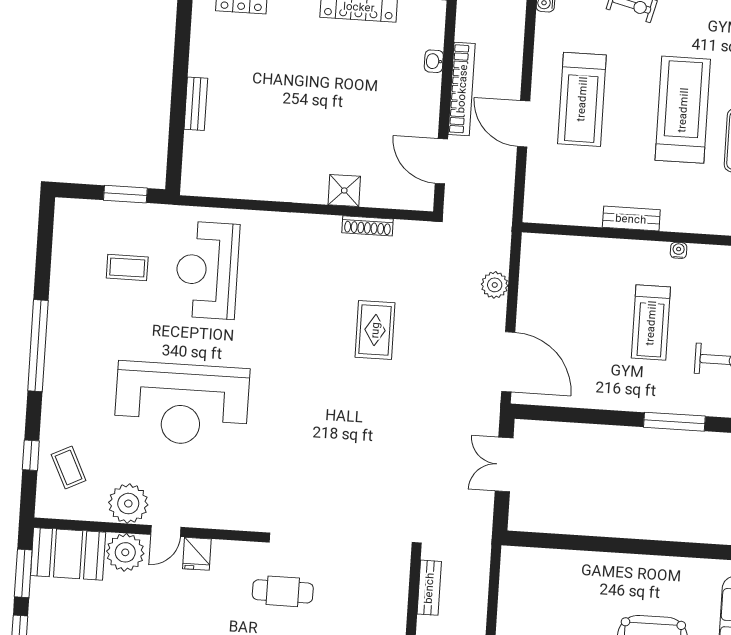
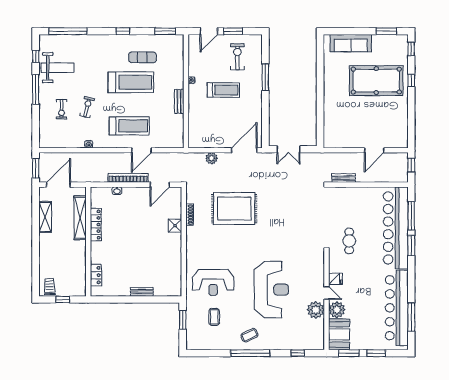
treadmill: (683, 110) -> (131, 82), turned 180
rug: (375, 330) -> (234, 209), width x1.86, depth x2.06
coffee table: (69, 467) -> (250, 335), moved

